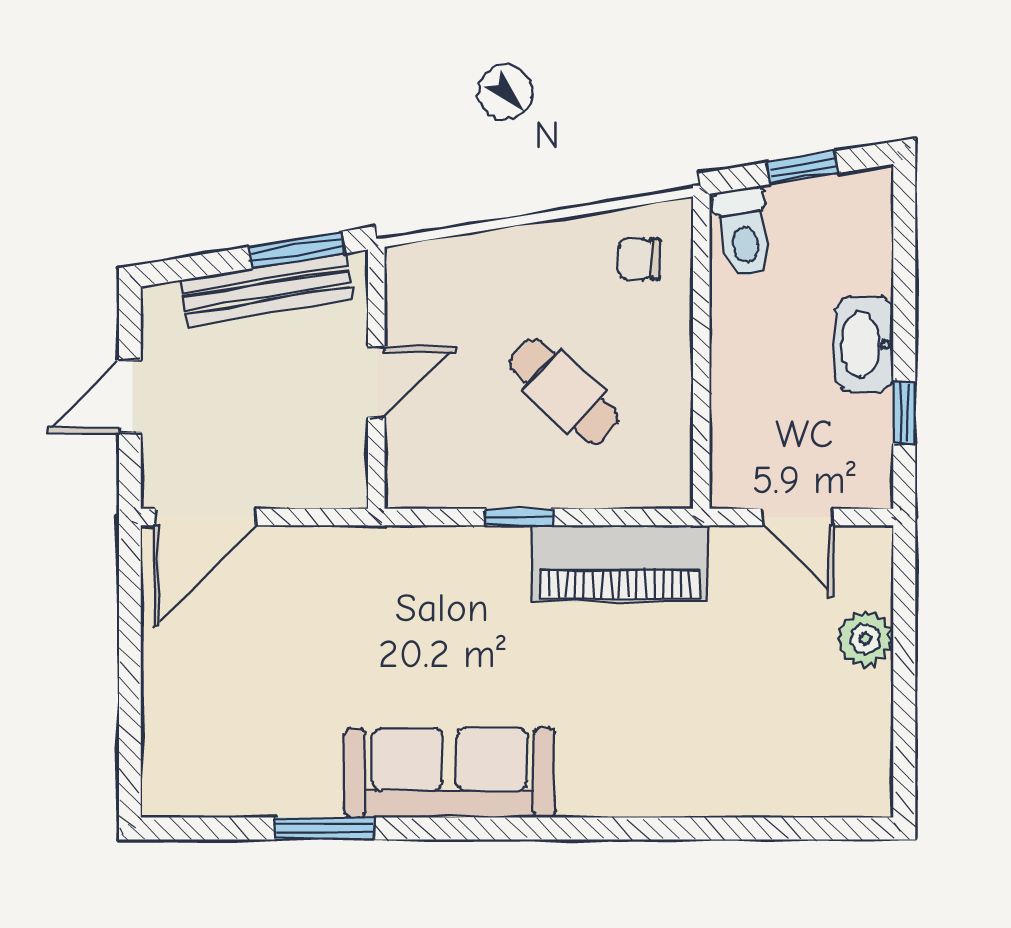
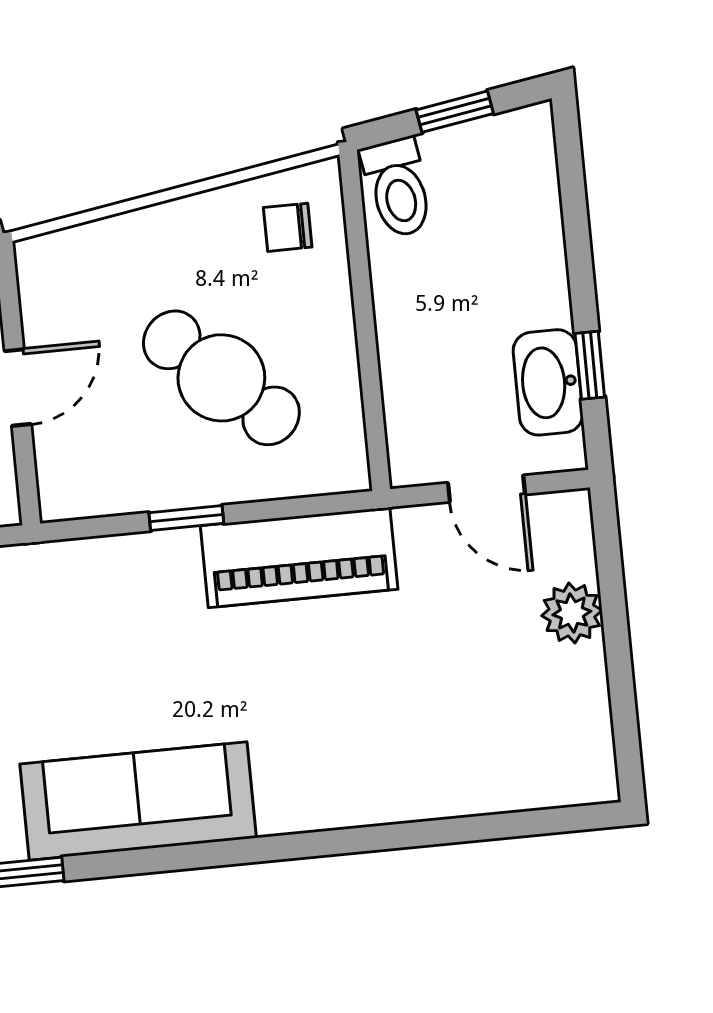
washbasin: (864, 344) -> (548, 382), moved
cafe table: (564, 391) -> (221, 378), width x1.37, depth x1.35

